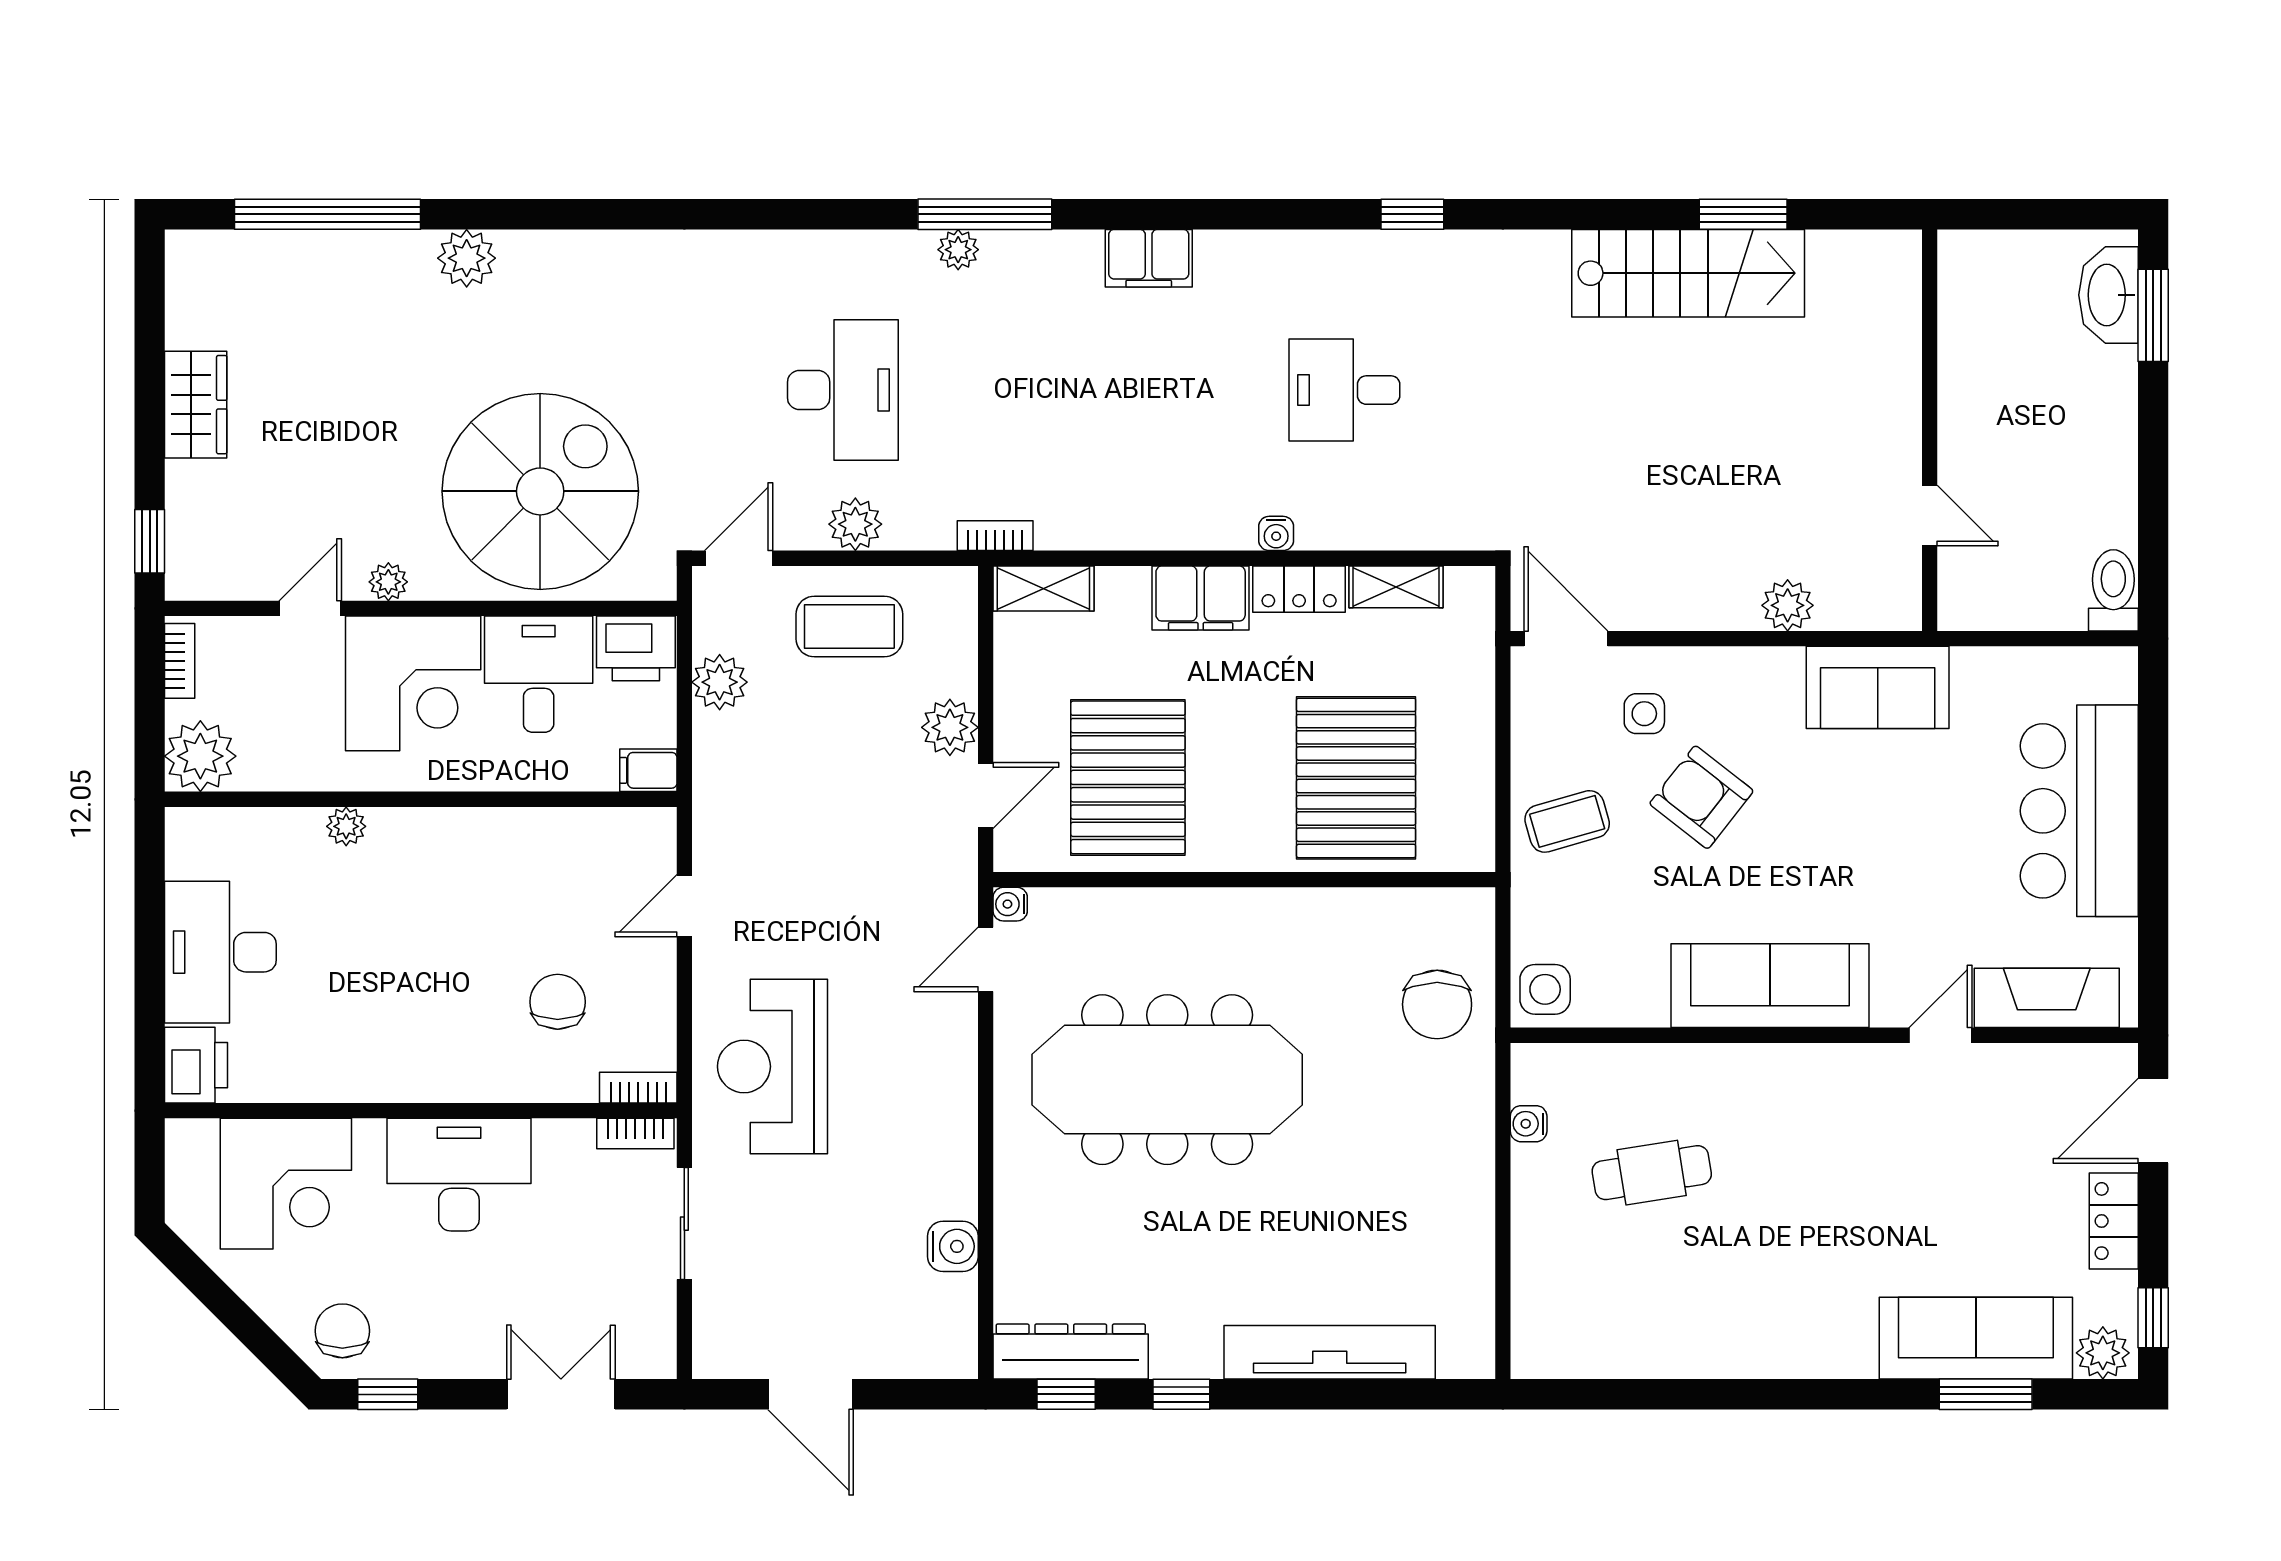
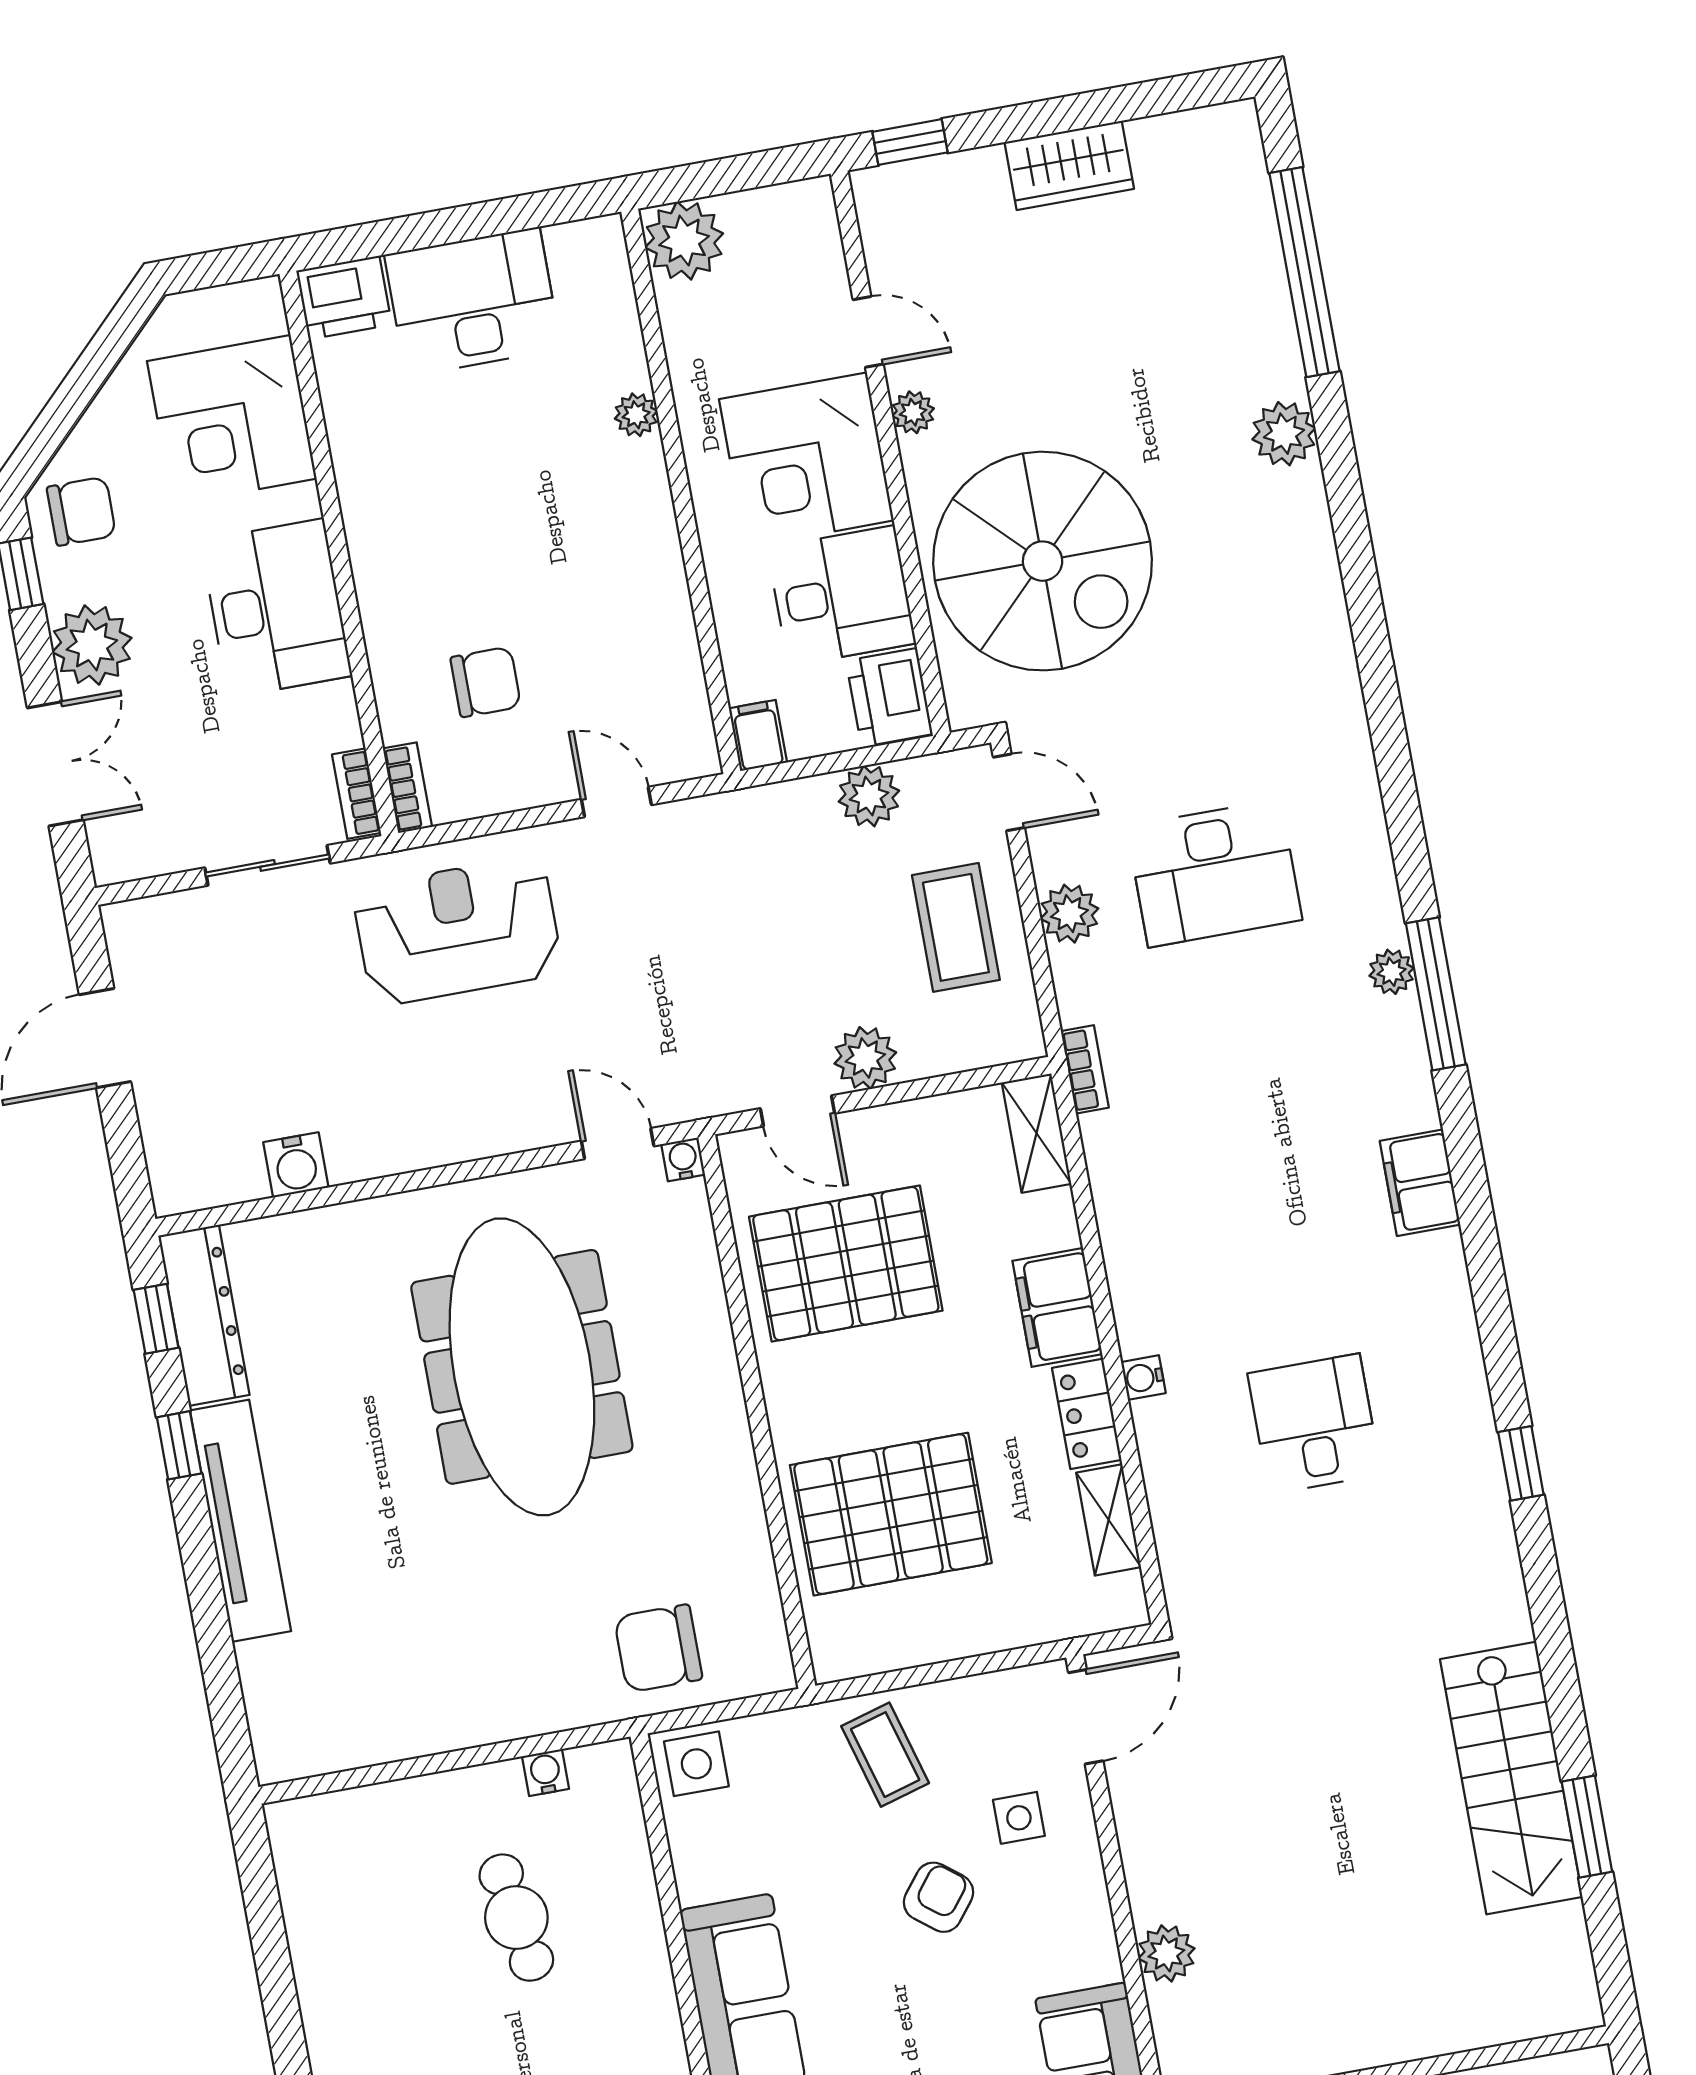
bookcase: (180, 661) -> (784, 199), removed
armchair: (1701, 797) -> (938, 1897), width x0.72, depth x0.72
plant: (462, 1343) -> (92, 645), added
tv unit: (1330, 1352) -> (240, 1521), moved

